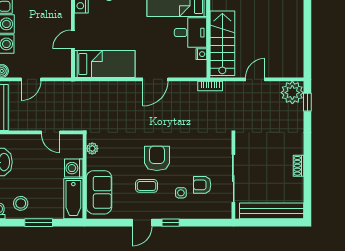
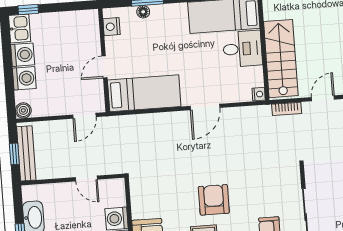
nightstand: (201, 54) -> (259, 94), moved
door: (31, 79) -> (84, 116), moved
bookcase: (210, 86) -> (287, 109), moved
plant: (92, 149) -> (137, 194), removed

